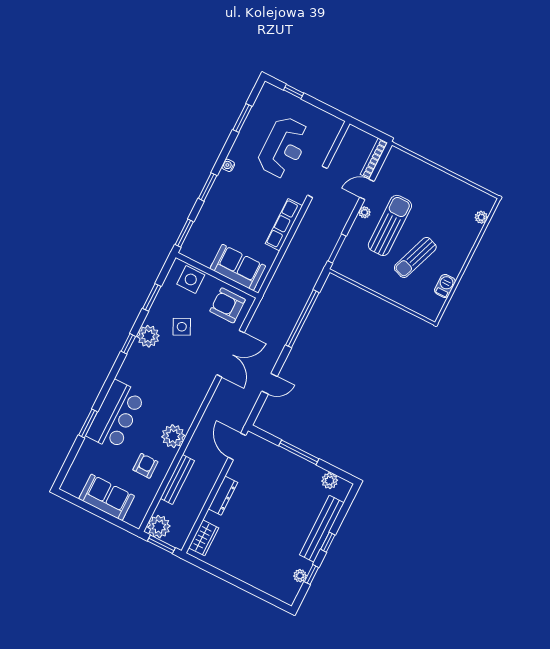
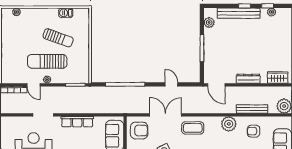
armchair: (228, 305) -> (139, 131), turned -90
coffee table: (193, 383) -> (193, 128), added
door: (237, 446) -> (216, 85), hinge flipped

